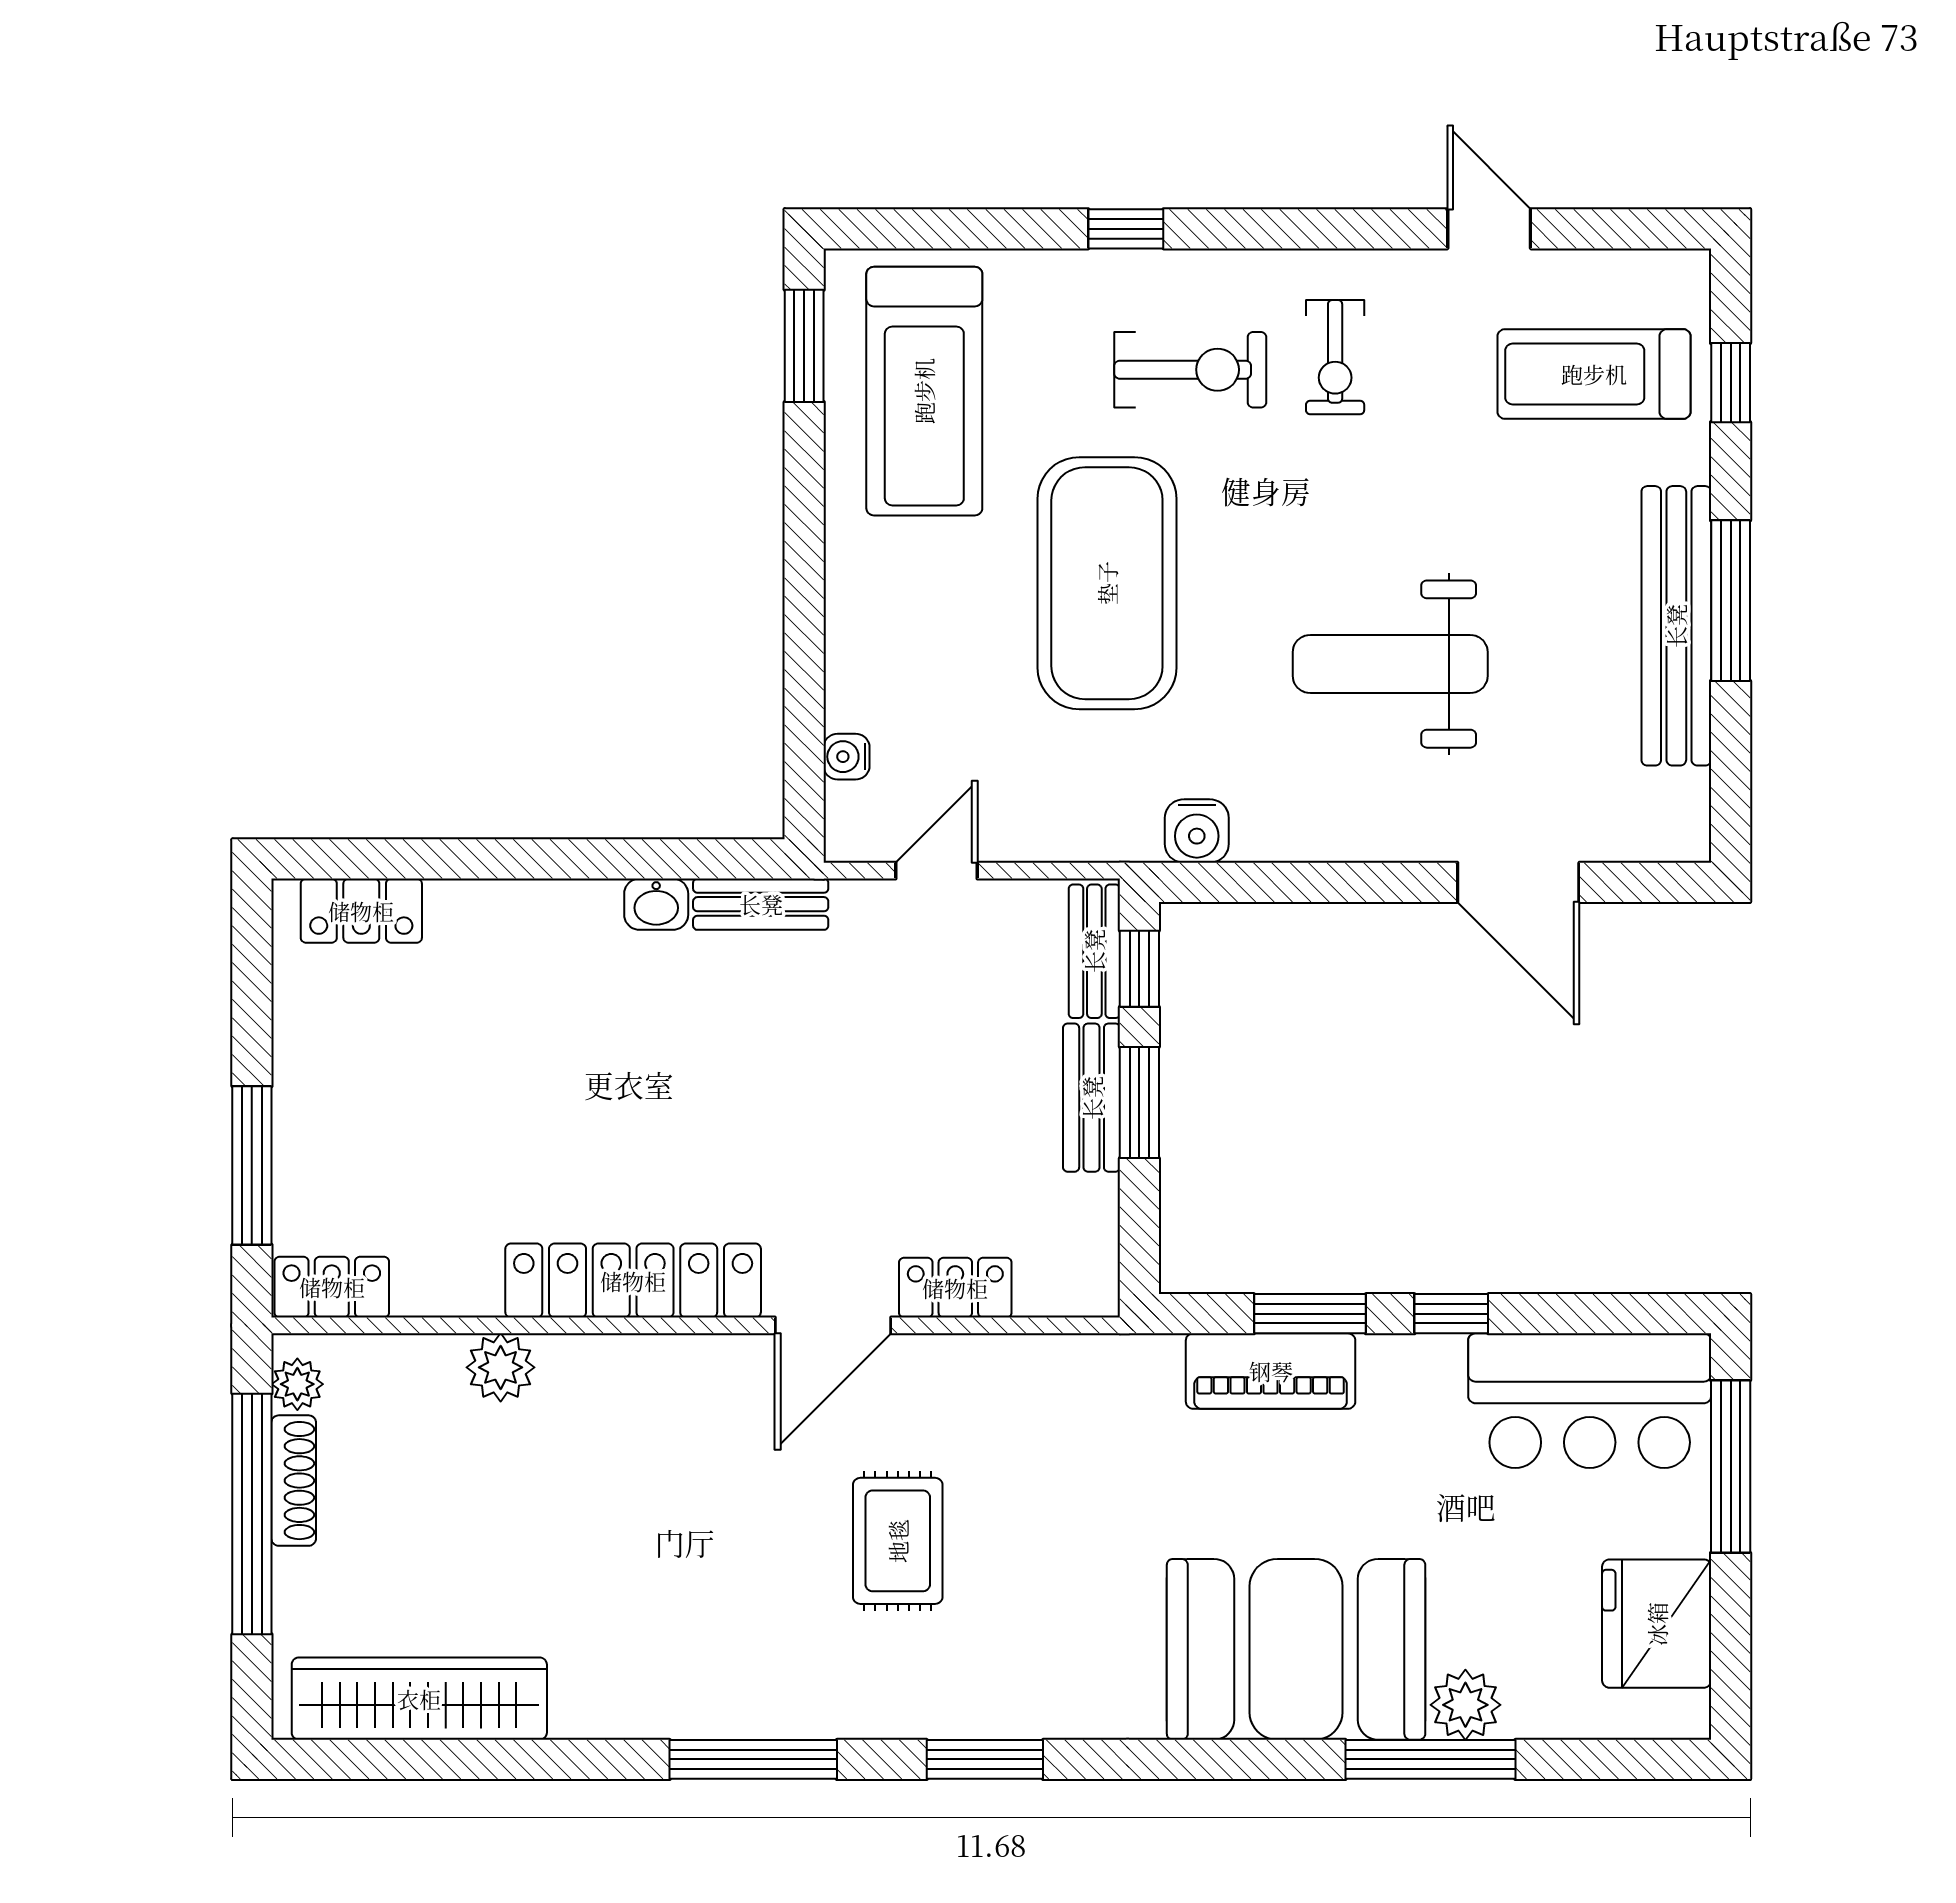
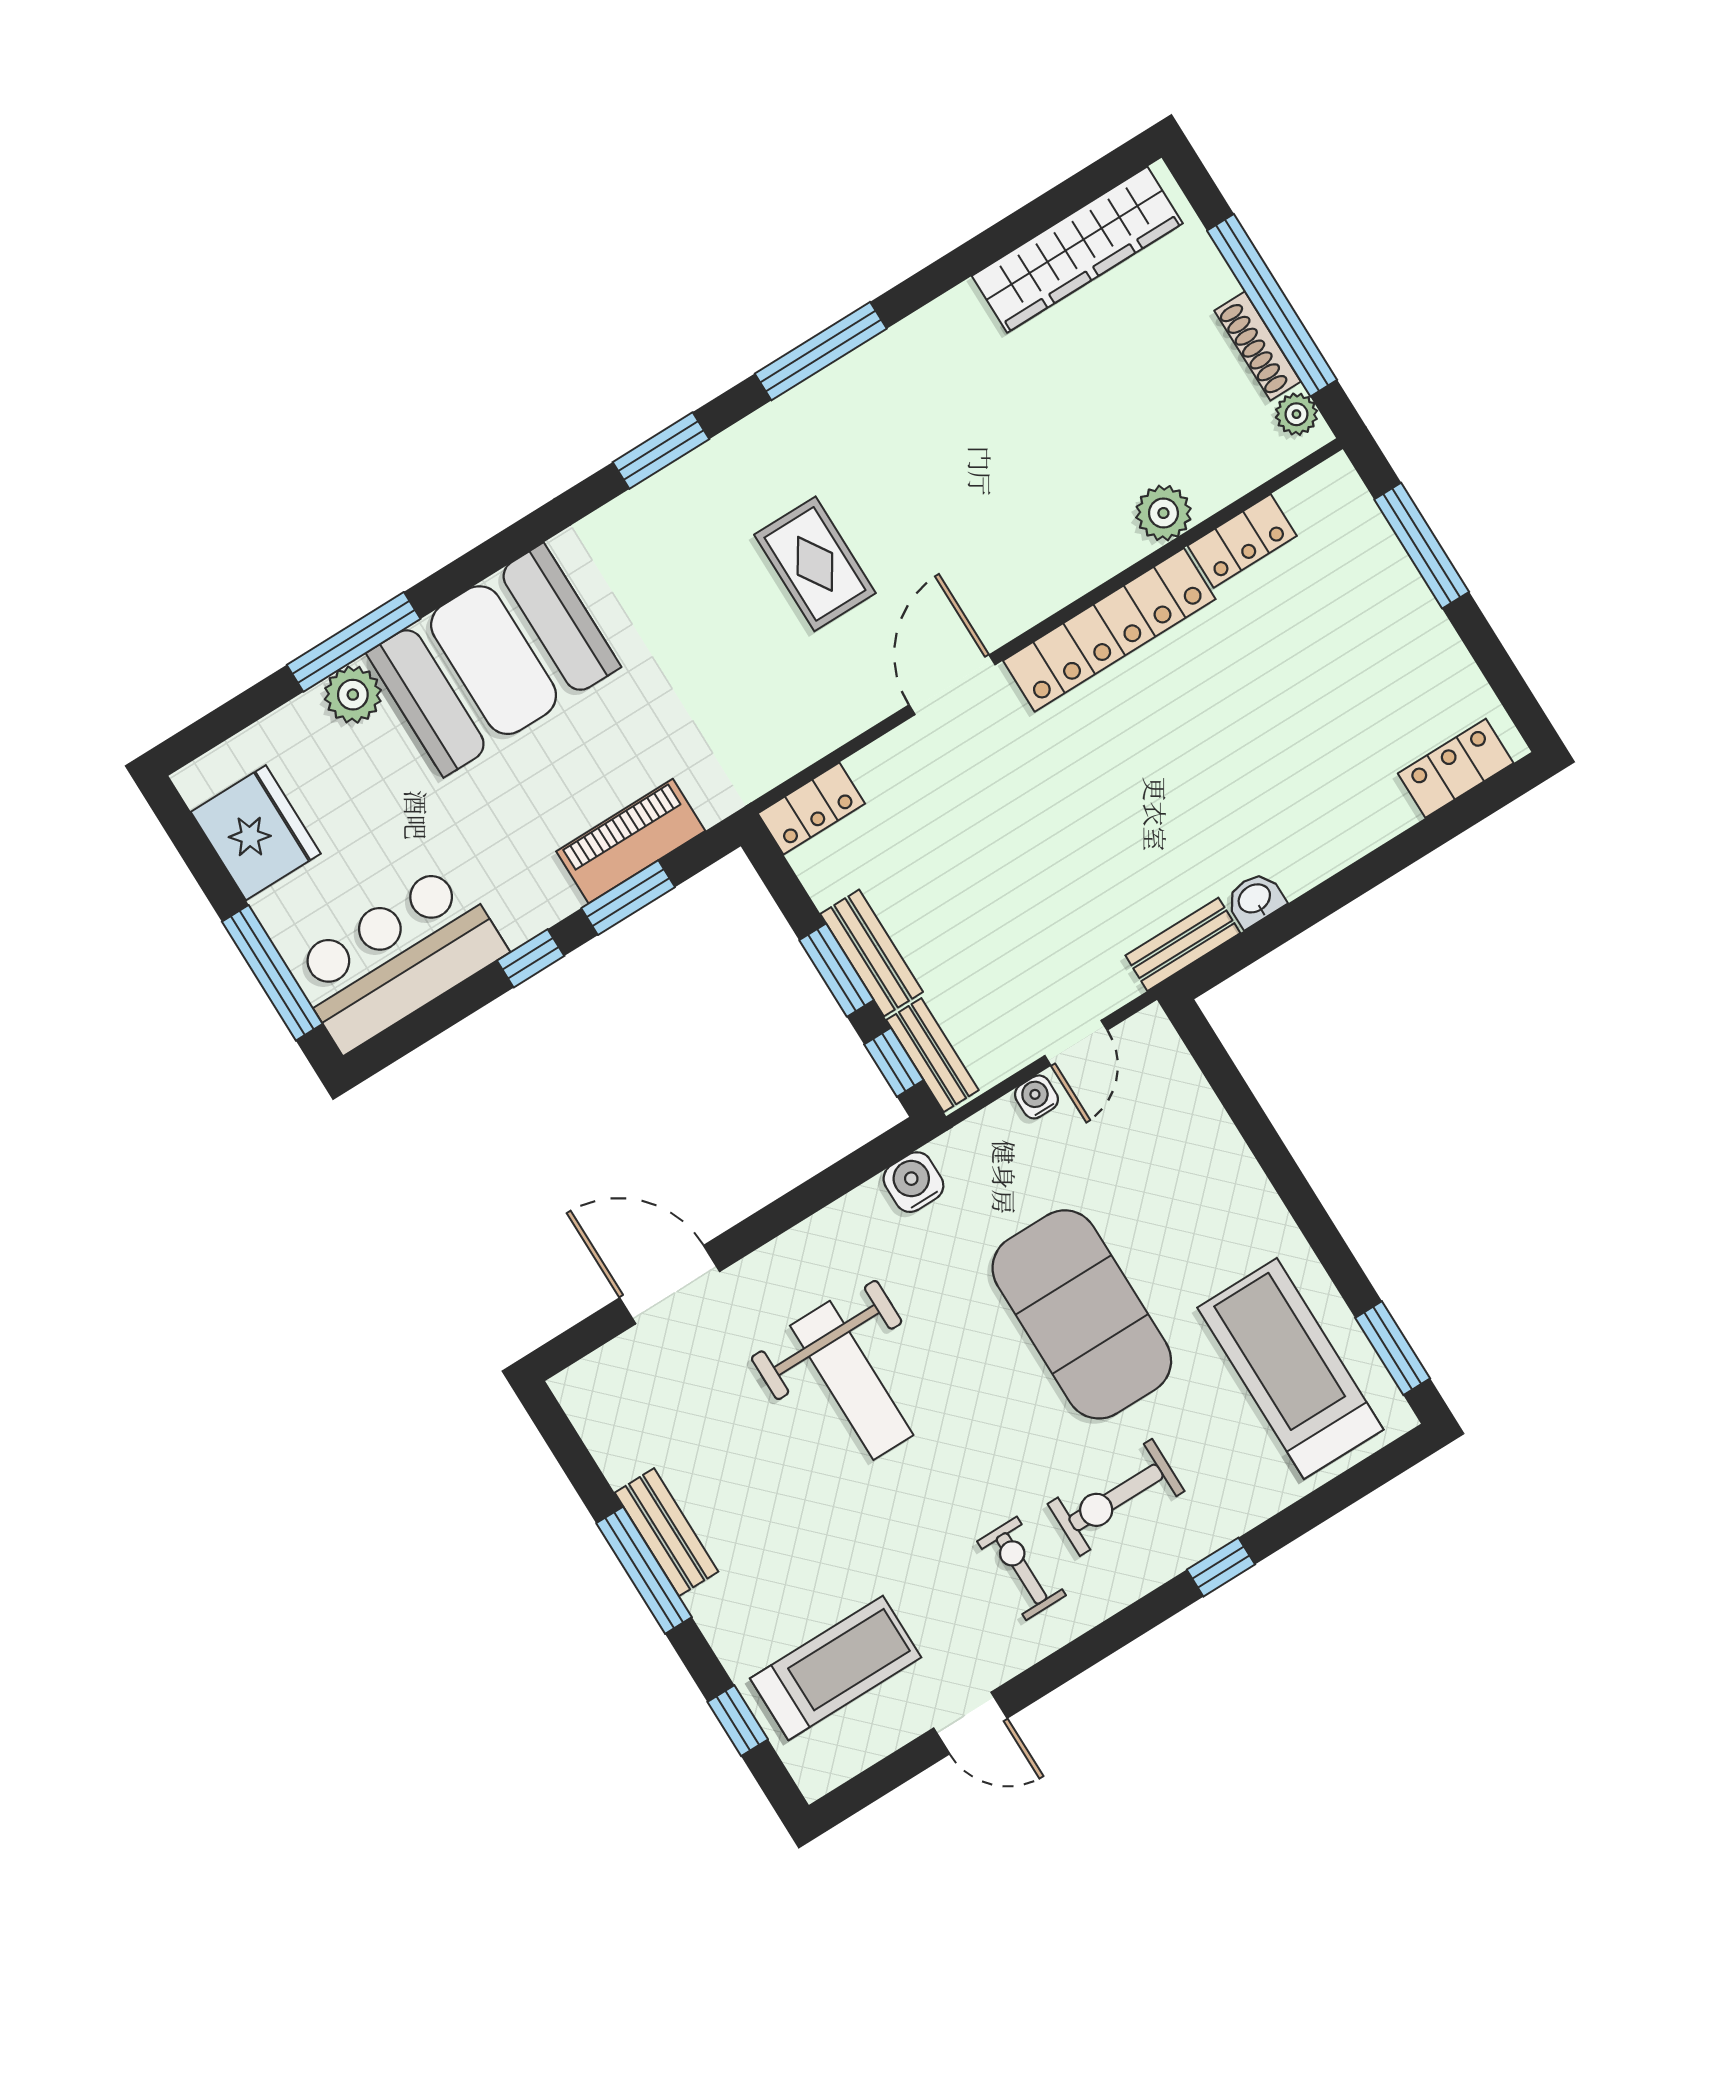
bench: (1676, 626) -> (667, 1532), width x0.54, depth x0.82
weight bench: (1390, 664) -> (852, 1380), turned 90
water cooler: (847, 757) -> (1036, 1097), moved, turned -90
locker: (332, 1287) -> (1242, 541), moved
locker: (955, 1288) -> (811, 809), moved

